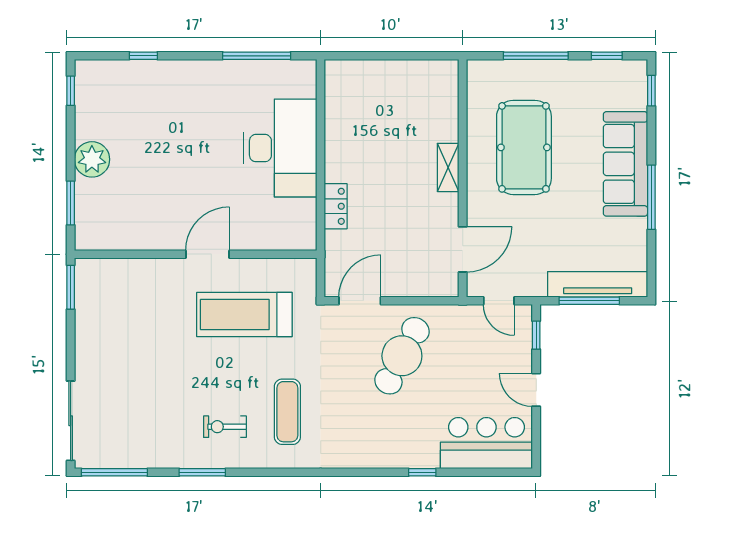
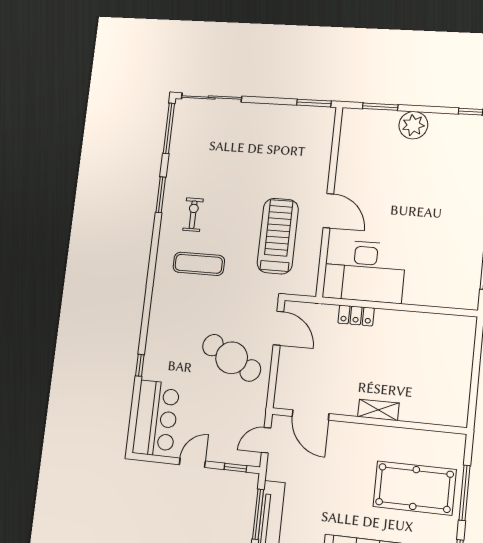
pool table: (524, 147) -> (415, 488), moved
desk: (280, 148) -> (364, 271), moved

